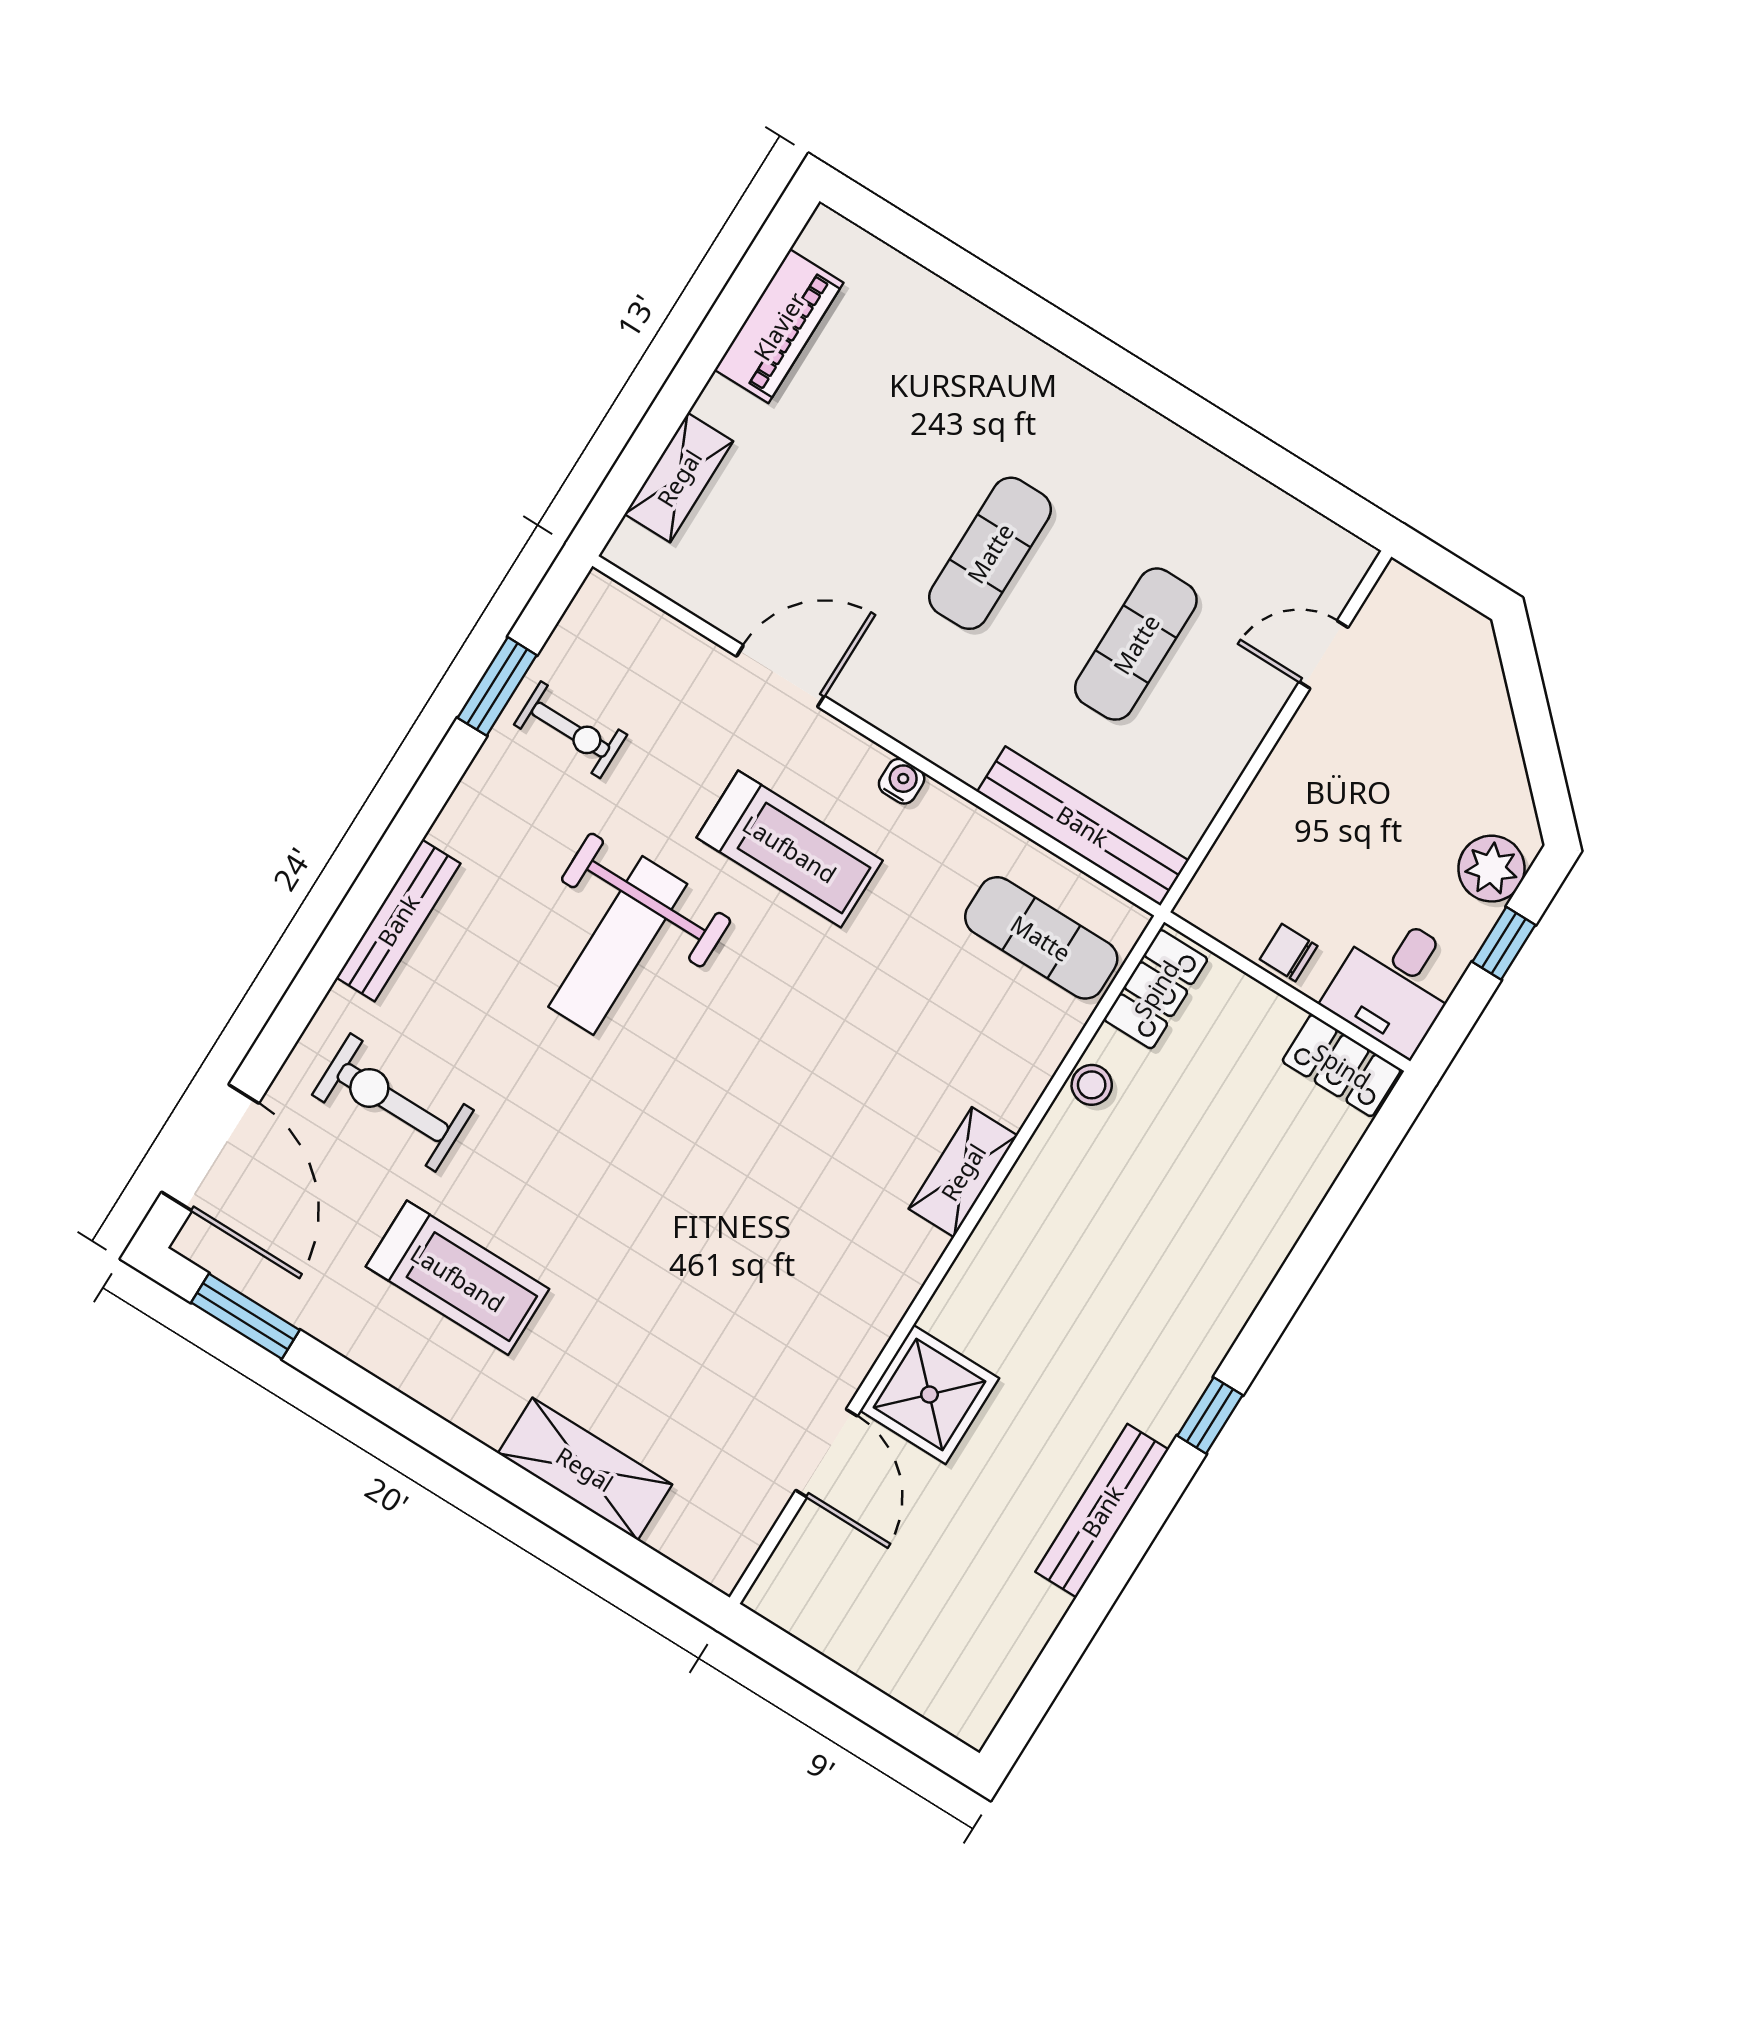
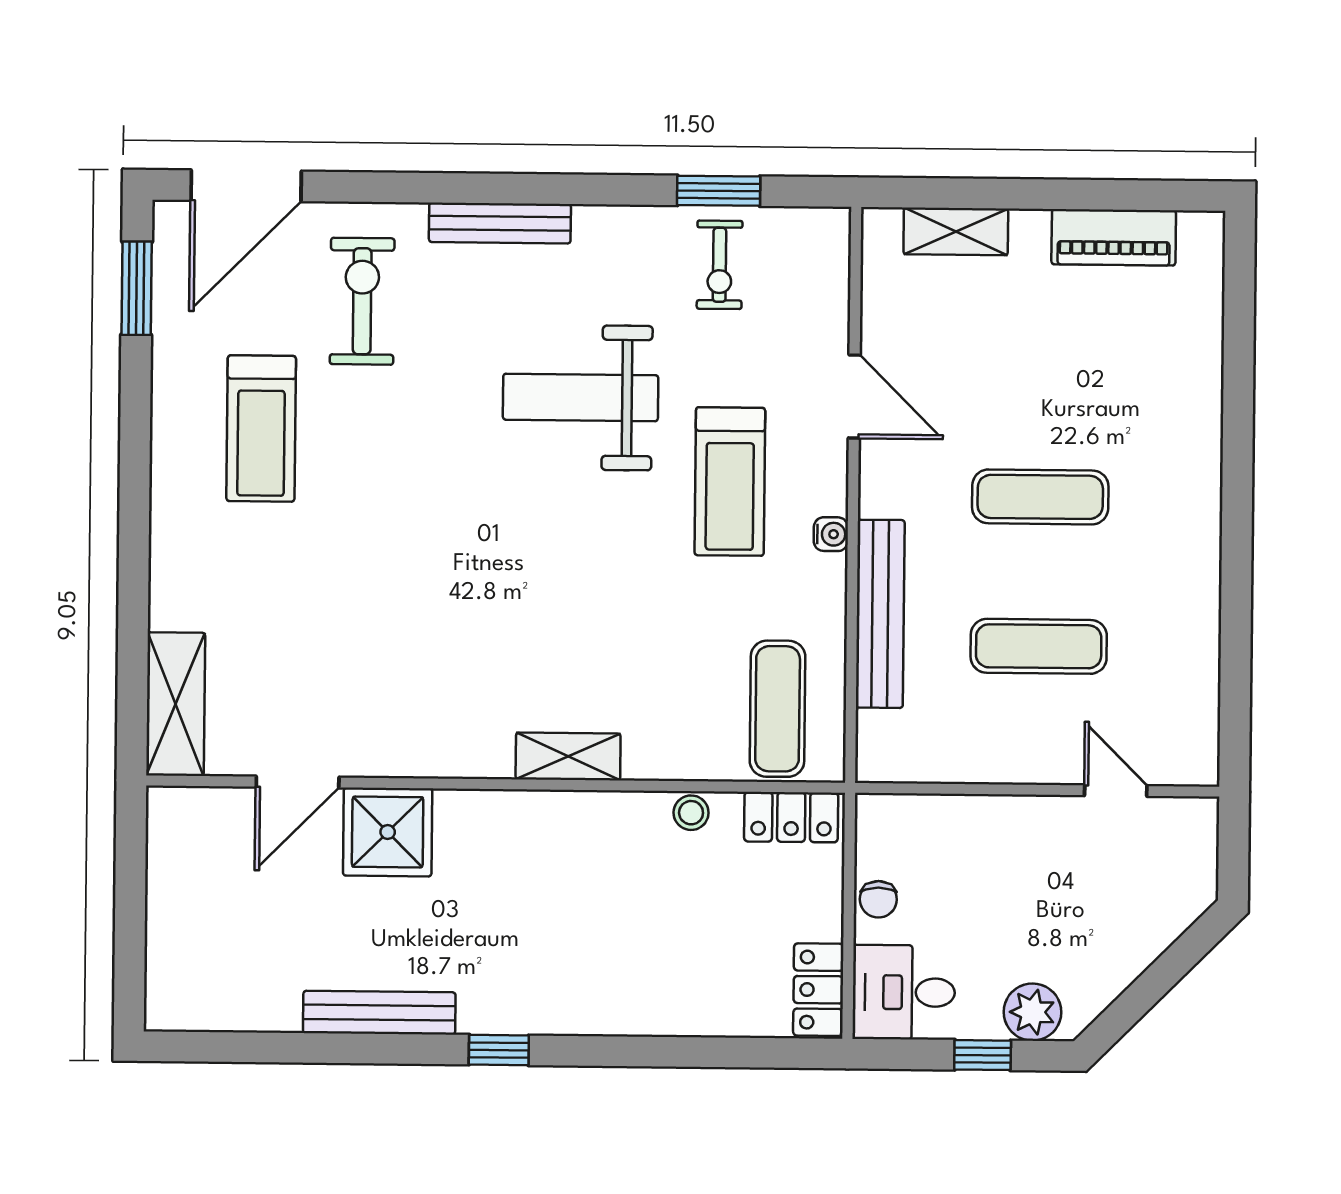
bench: (1083, 826) -> (880, 614), moved
chair: (1289, 953) -> (878, 899), turned 180
shelving: (585, 1469) -> (176, 704), moved

